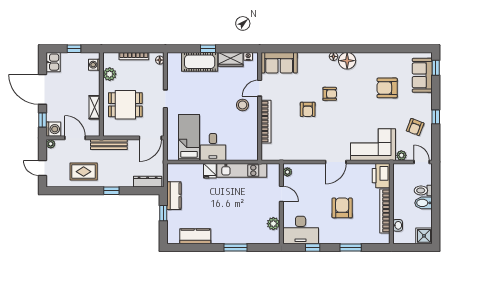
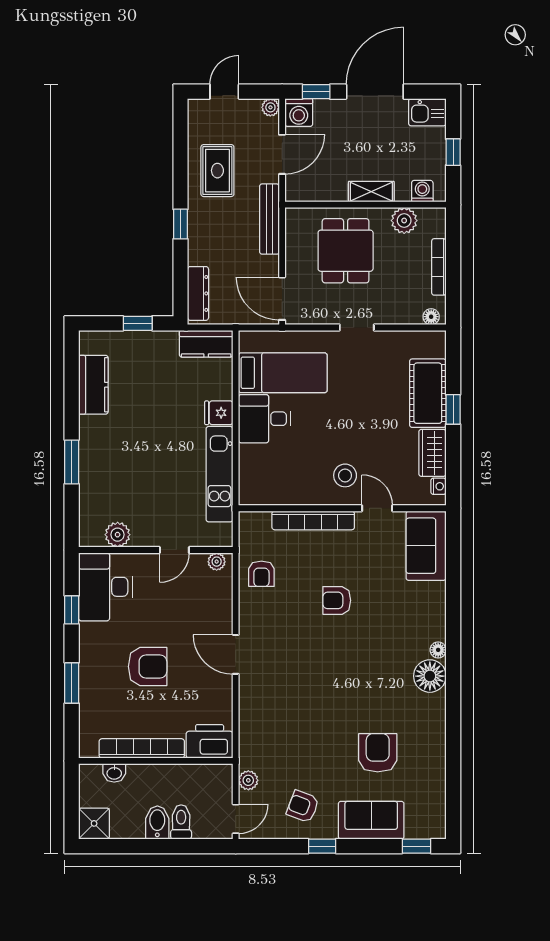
sofa: (422, 75) -> (371, 820), moved
armchair: (330, 94) -> (261, 574), moved
shelving: (95, 107) -> (371, 192), moved
corner sofa: (373, 145) -> (269, 726), removed
kitchen counter: (174, 196) -> (206, 344), moved

